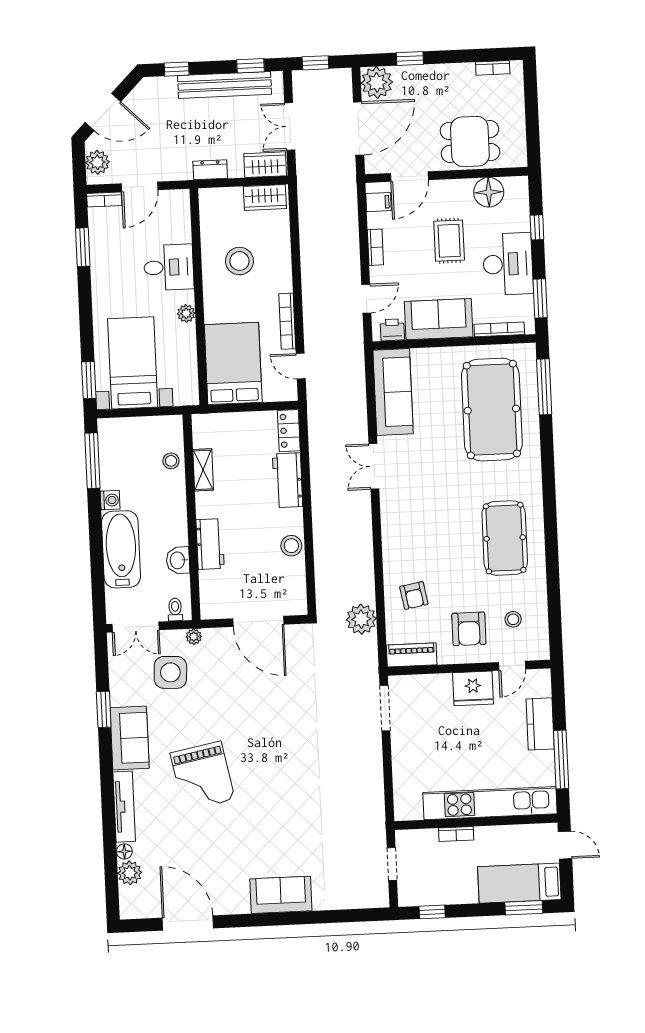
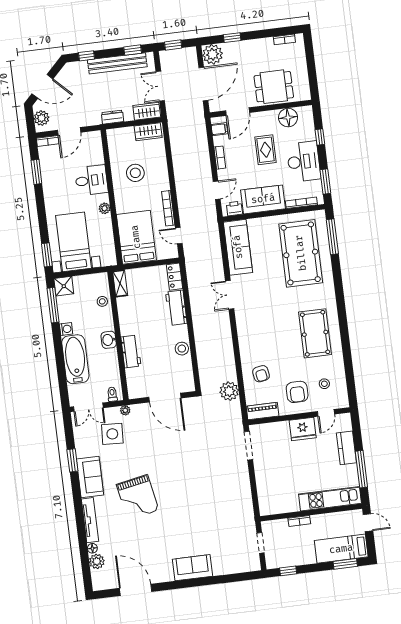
shower: (112, 432) -> (64, 286), added
shelving: (203, 470) -> (120, 283), moved
washbasin: (178, 560) -> (109, 340), moved
kitchen unit: (490, 803) -> (330, 499), width x0.73

